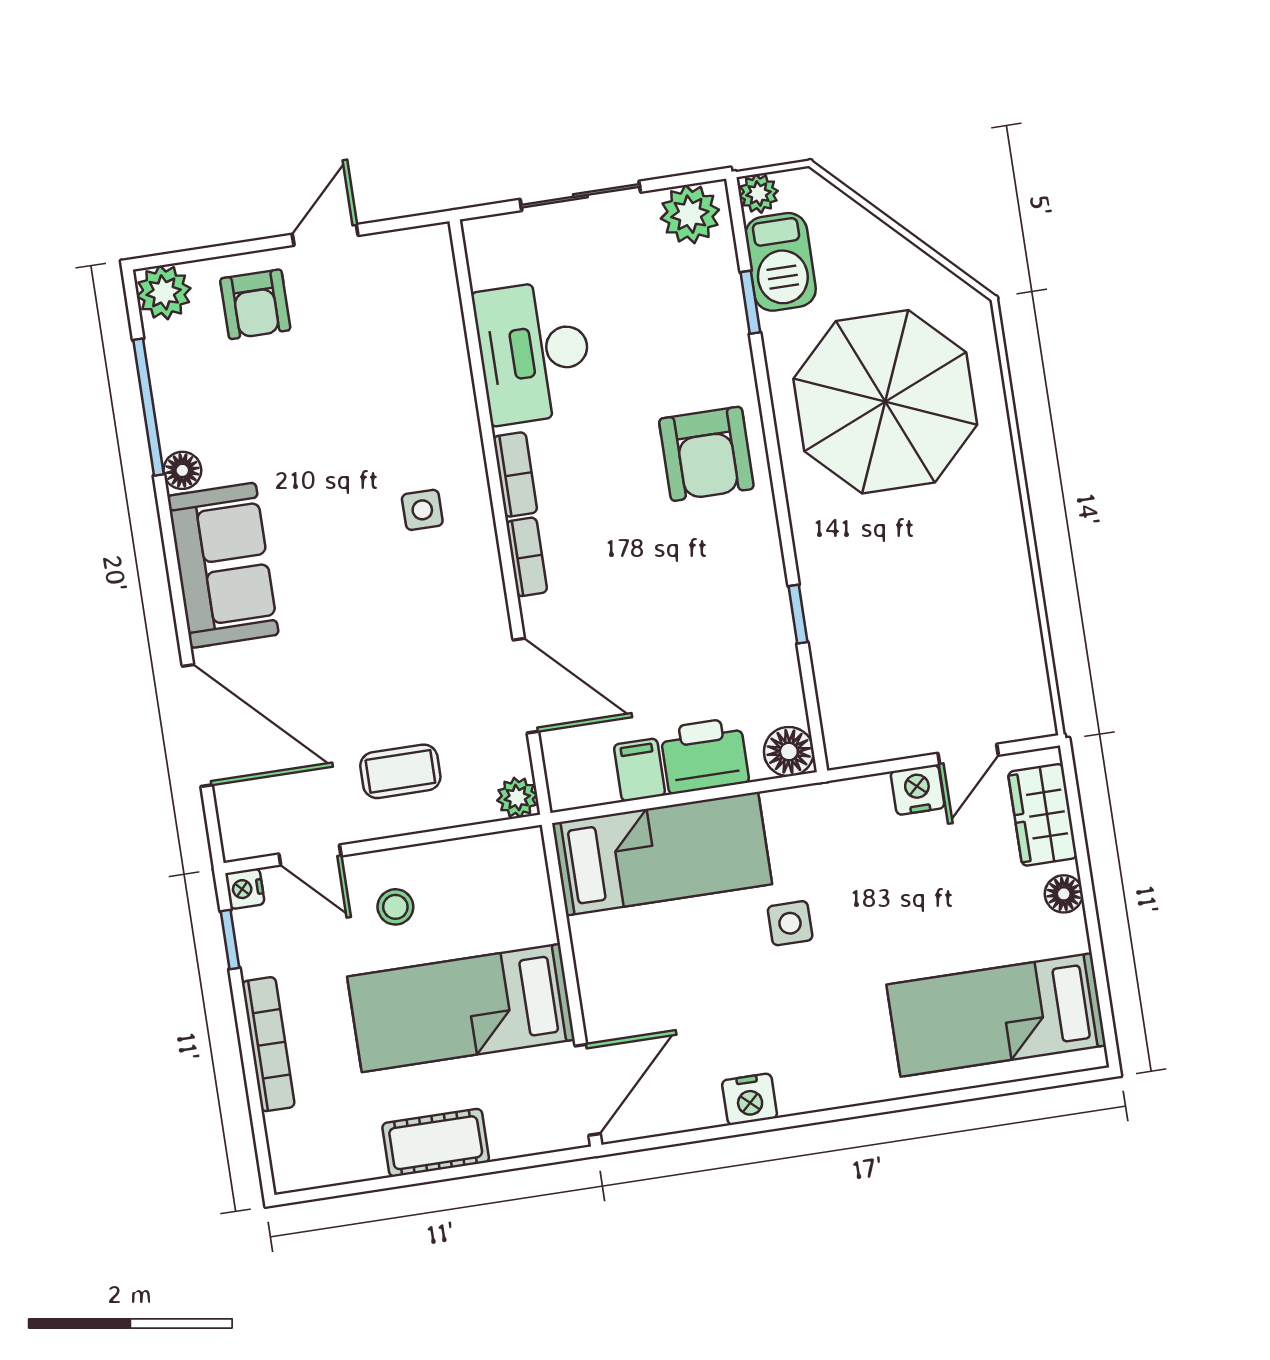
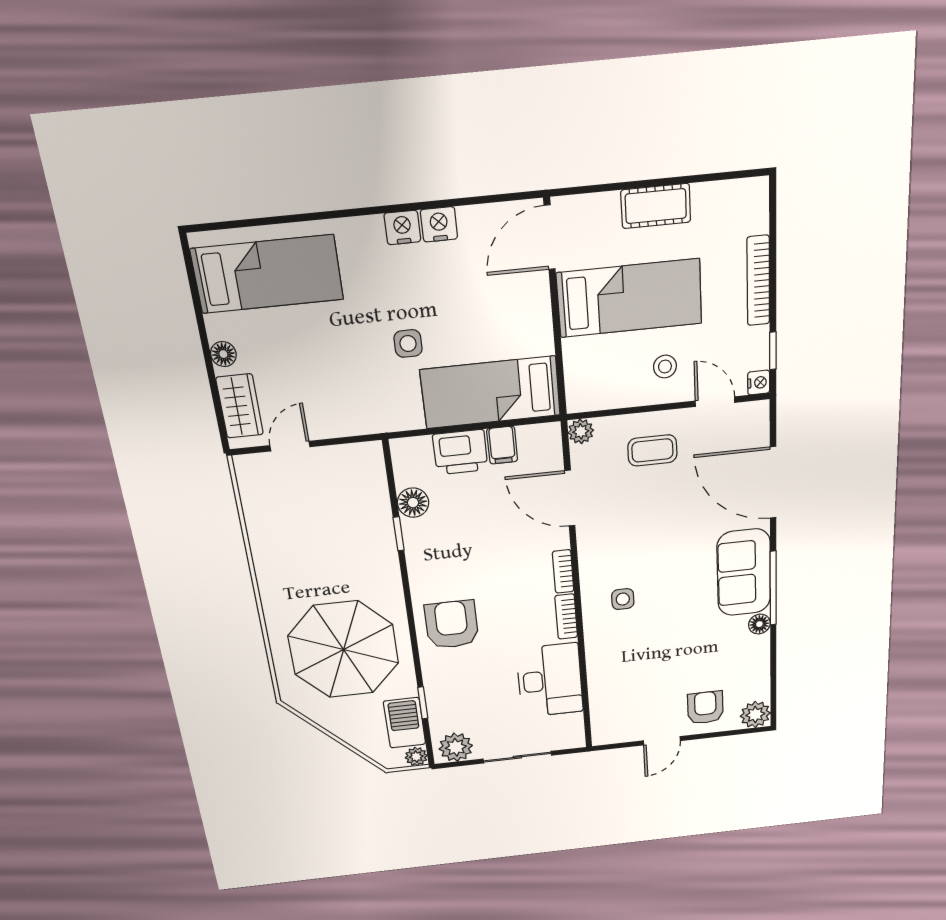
window: (149, 407) -> (773, 588), moved
floor lamp: (789, 752) -> (413, 503), moved
nightstand: (917, 790) -> (402, 227), moved, turned 180

